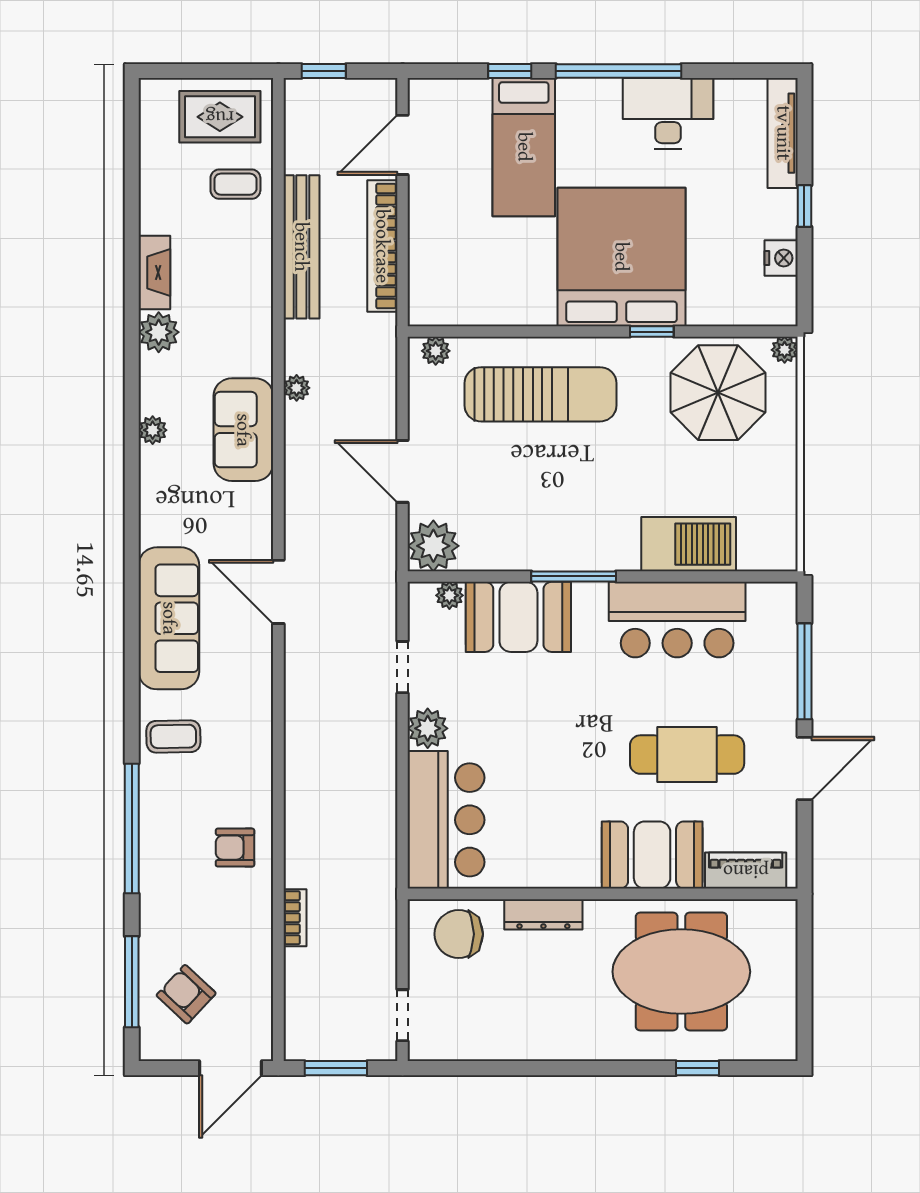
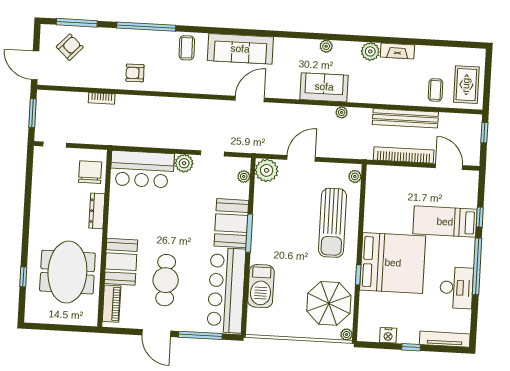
booth: (518, 617) -> (231, 223), moved
bar counter: (677, 620) -> (226, 290), width x1.36
armchair: (235, 848) -> (135, 73), turned -91

